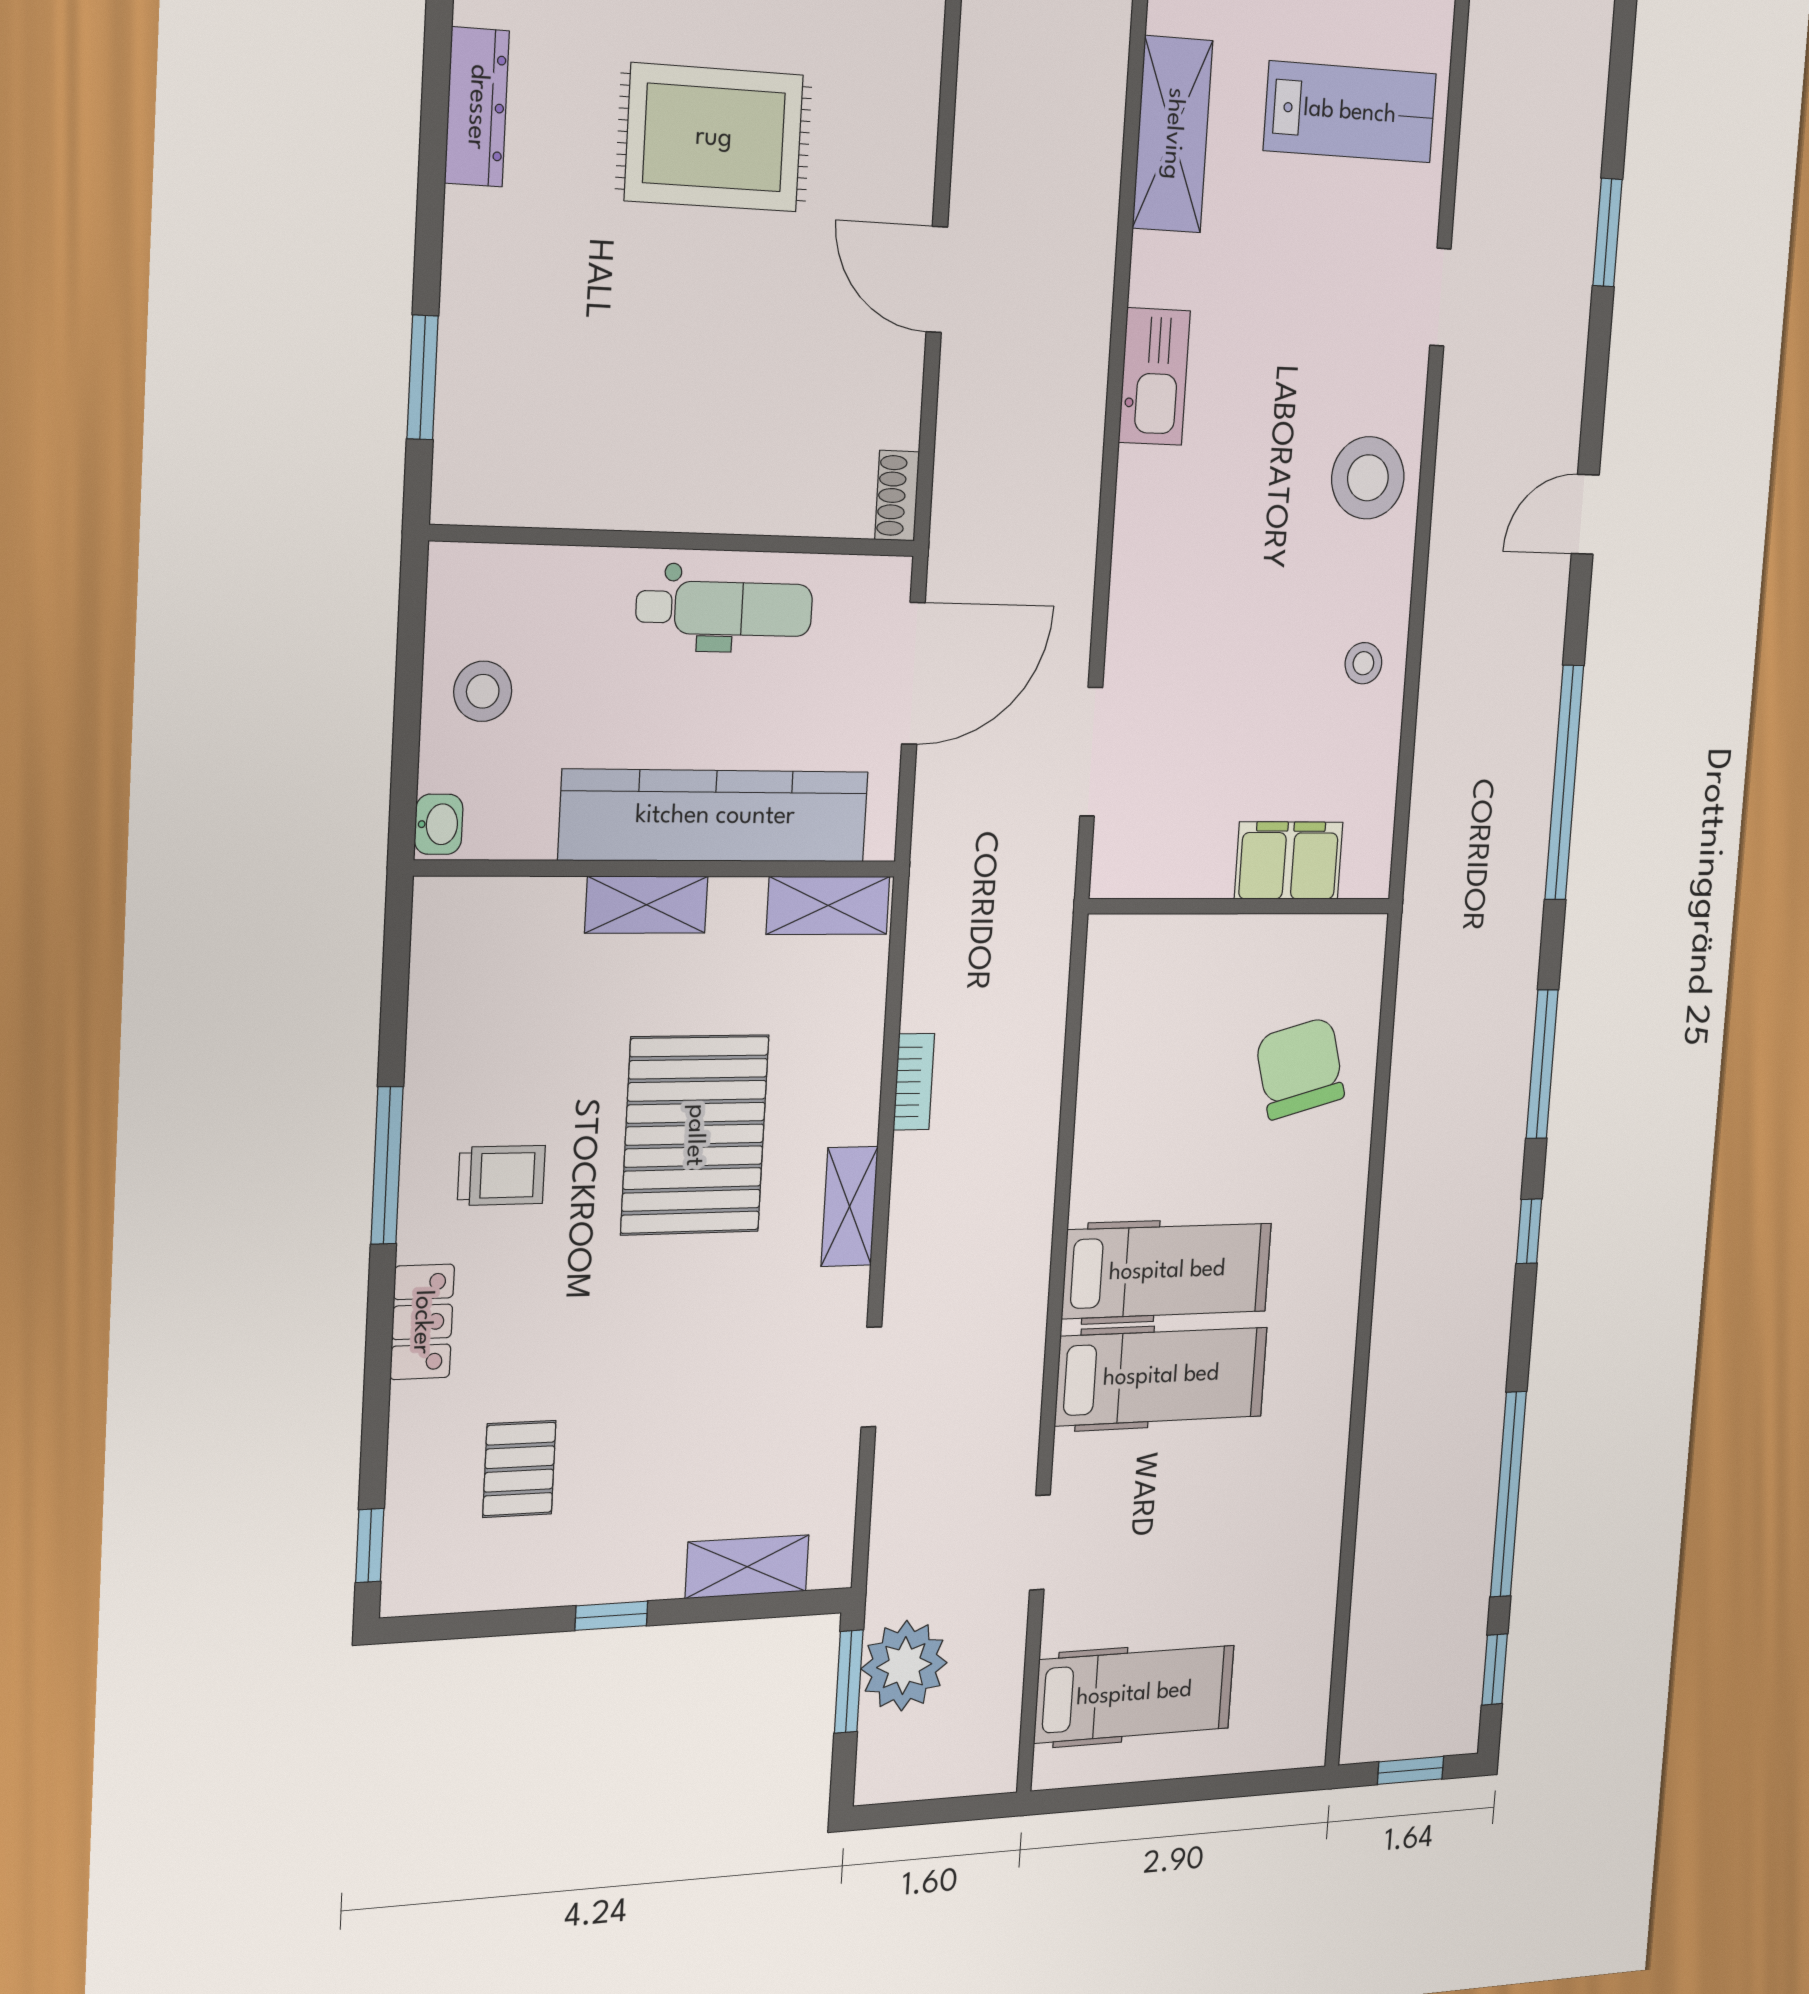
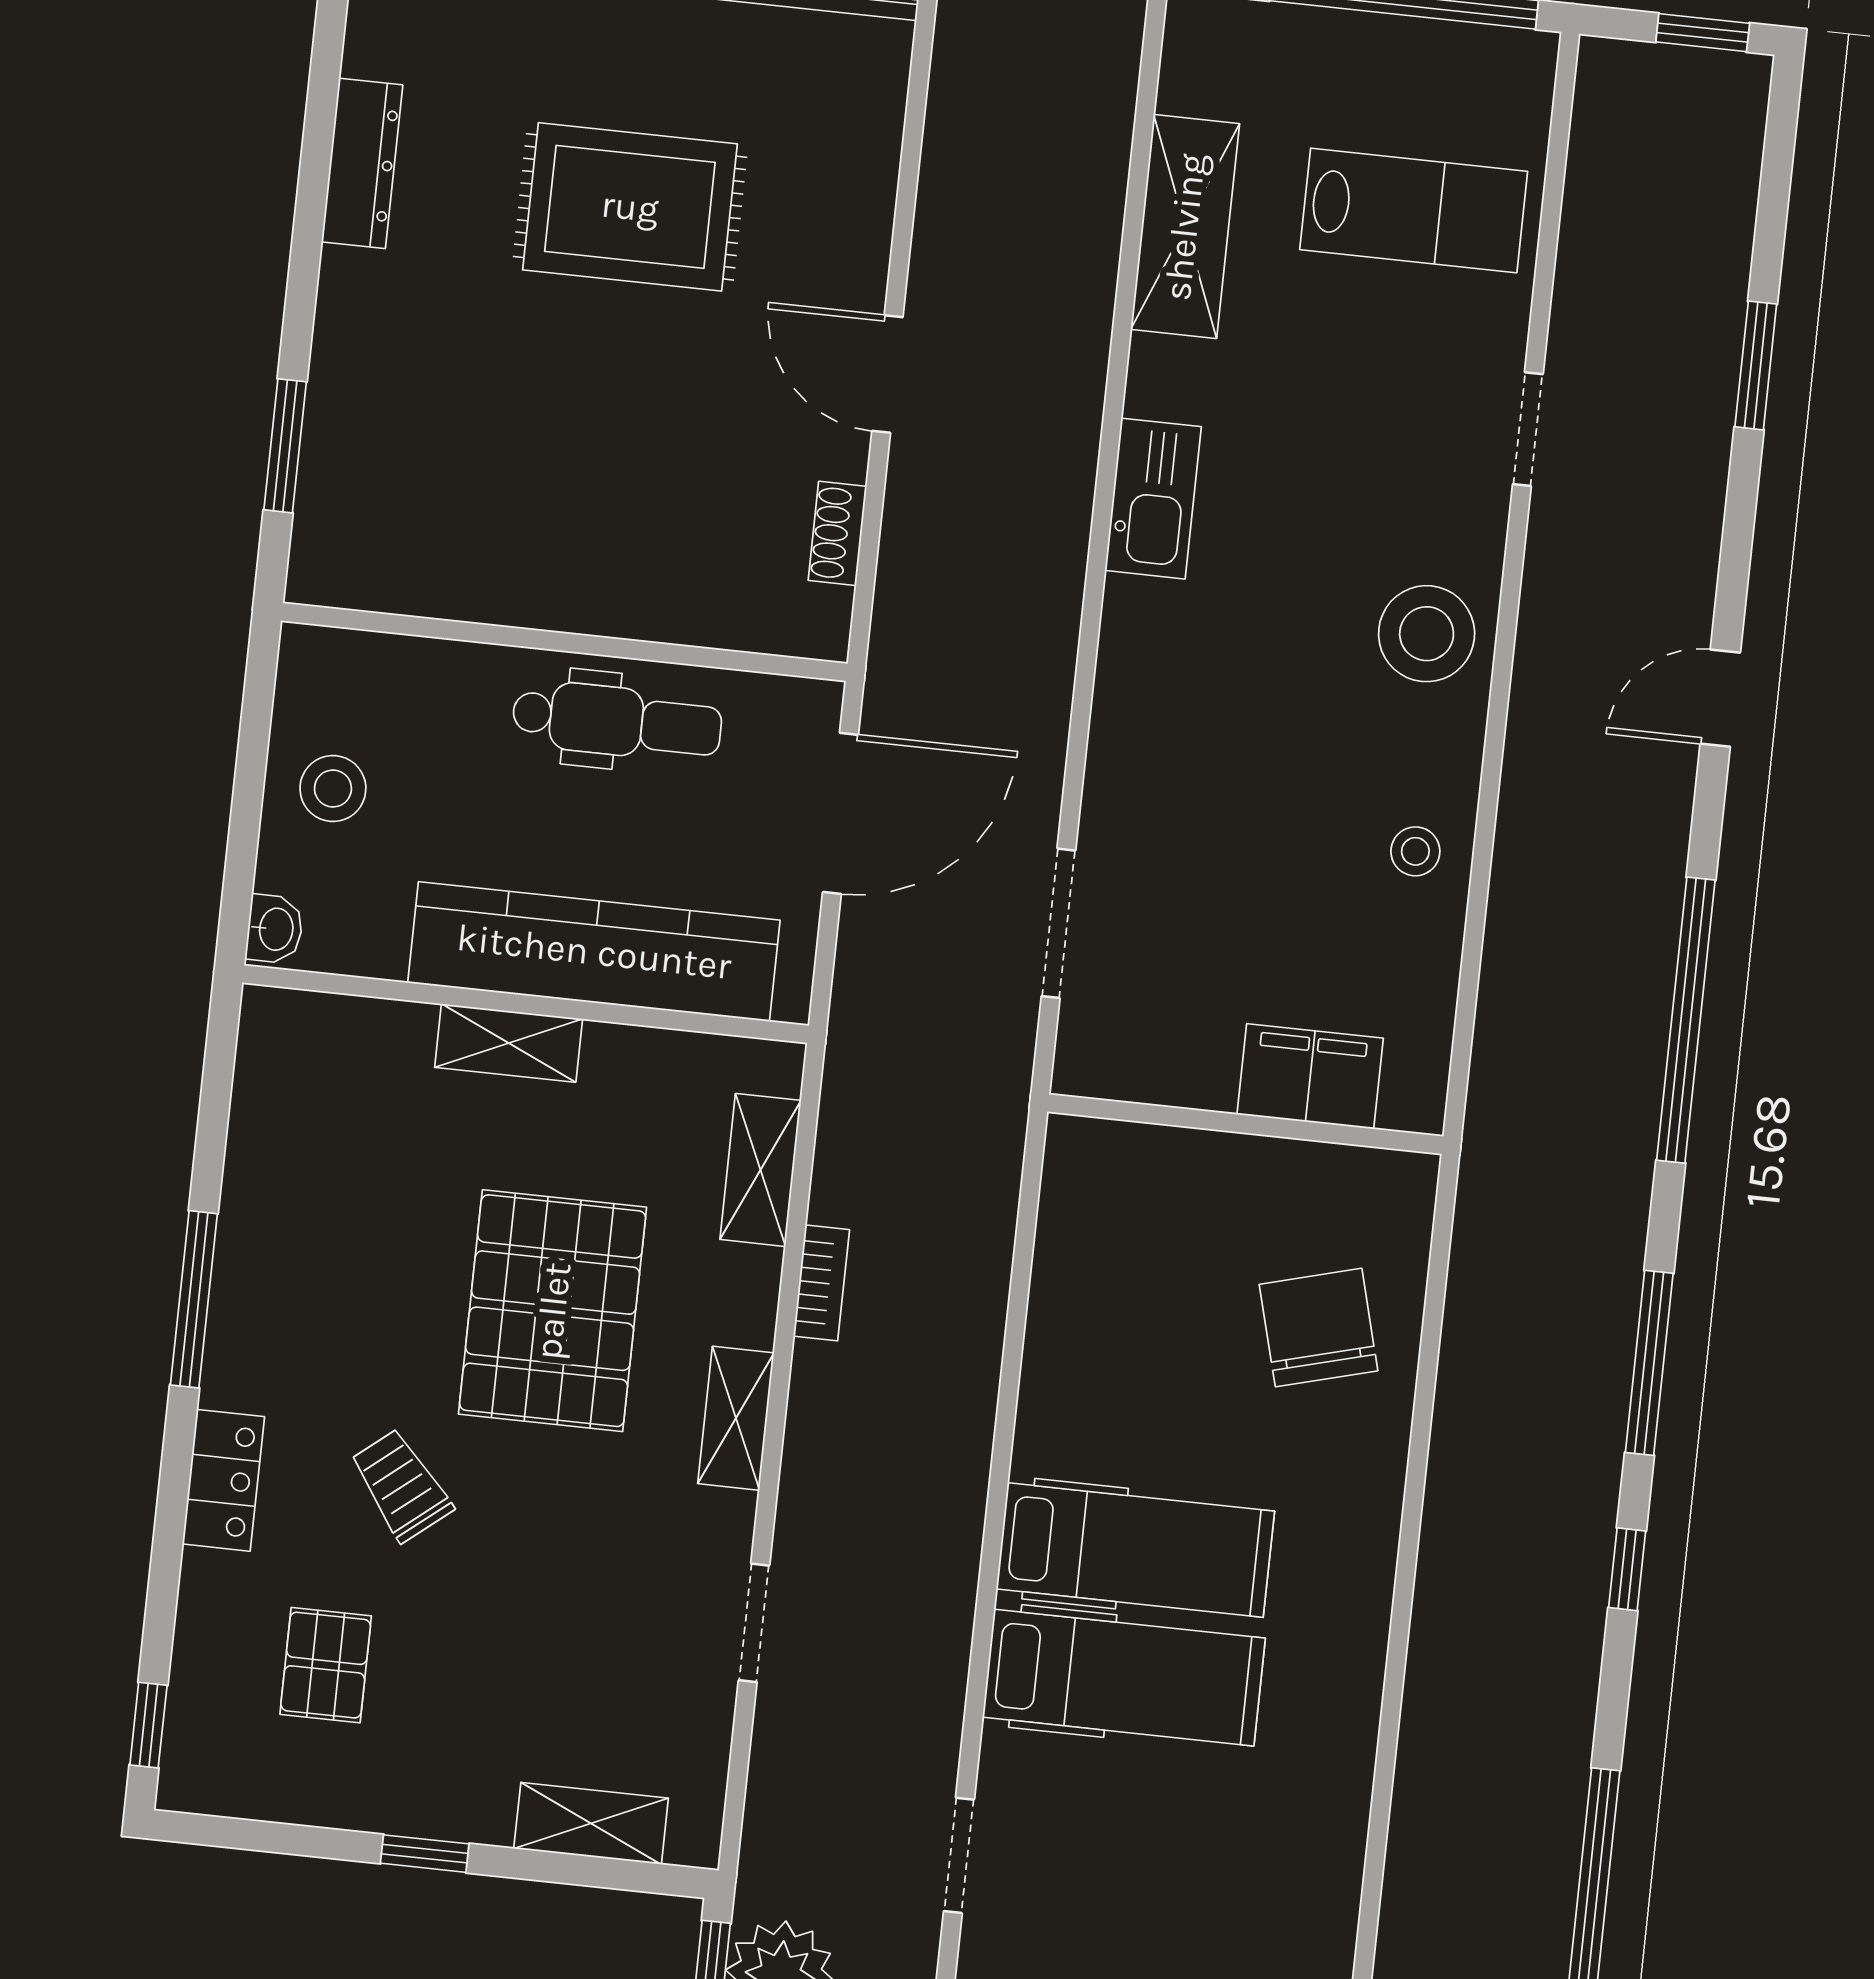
shoe rack: (897, 496) -> (837, 533), moved
shelving: (828, 905) -> (760, 1170), moved, turned 90
trolley: (501, 1175) -> (401, 1485), moved, turned -129

